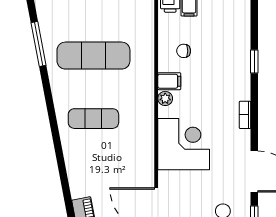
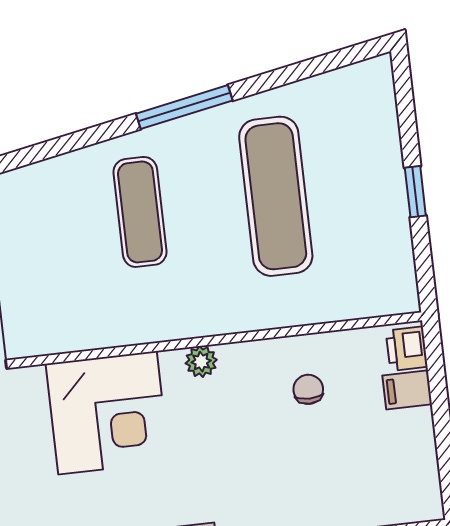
window: (39, 44) -> (184, 107), moved
filing cabinet: (169, 81) -> (239, 366), removed

